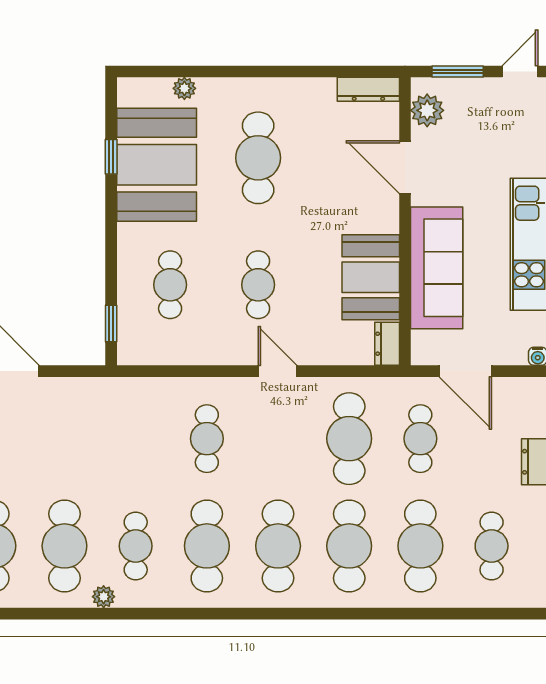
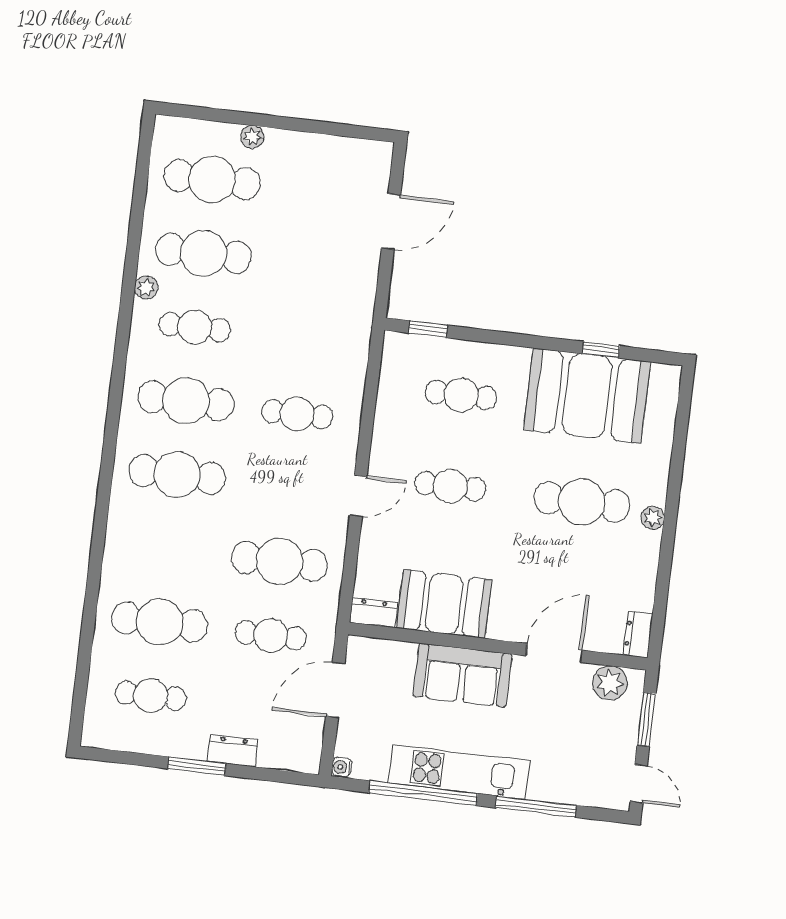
plant: (184, 88) -> (653, 518), moved
dresser: (368, 89) -> (638, 634), width x0.70
sofa: (437, 268) -> (462, 675), width x0.73
cafe table: (349, 546) -> (168, 548), removed

